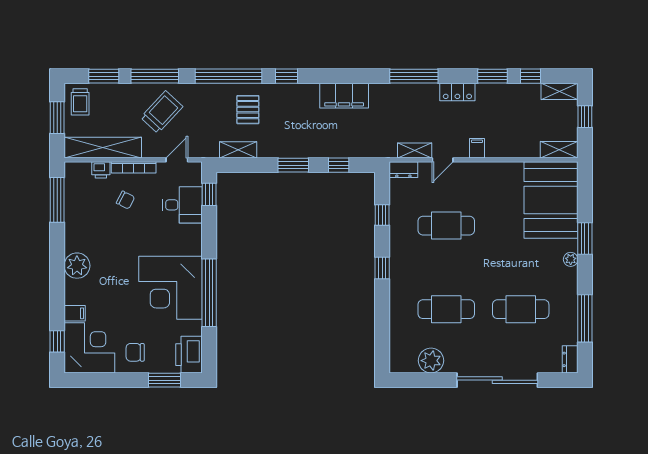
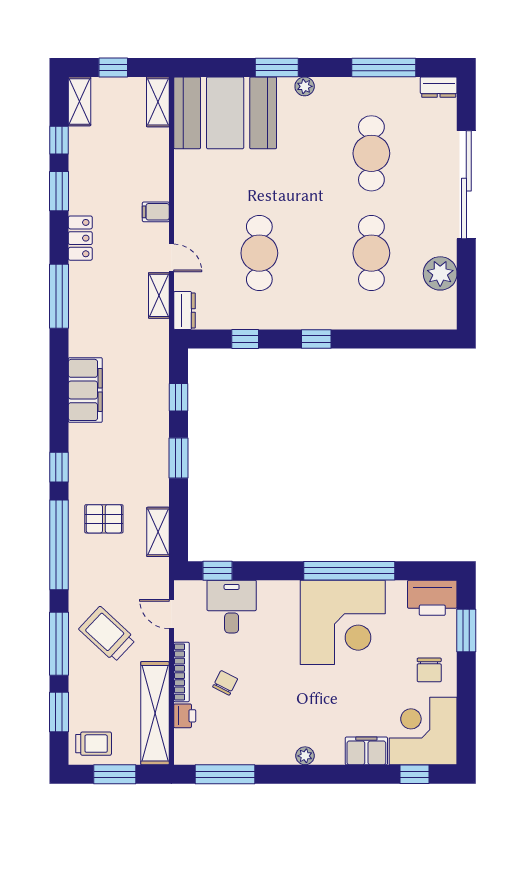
plant: (77, 266) -> (305, 756), width x0.53, depth x0.53
filing cabinet: (75, 313) -> (366, 751), width x2.00

